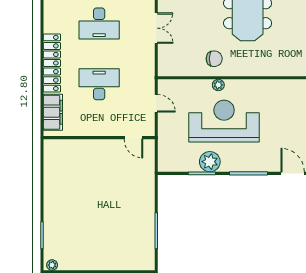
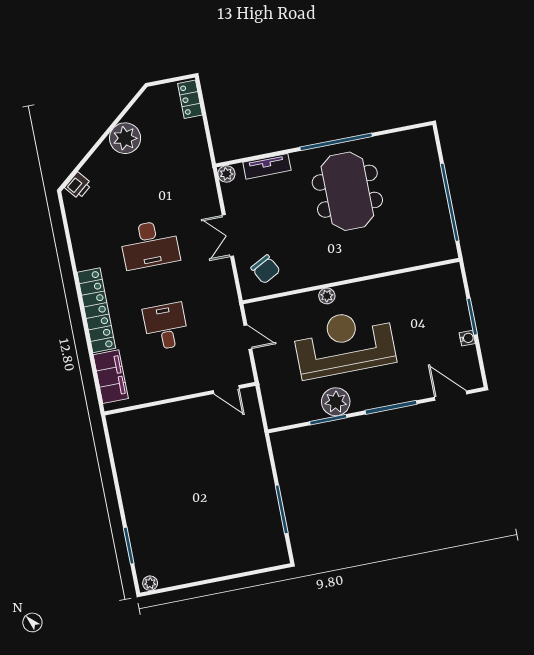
double door: (156, 28) -> (228, 236), swing flipped
chair: (214, 59) -> (266, 269), moved, turned 62
desk: (99, 84) -> (166, 327), width x0.73

